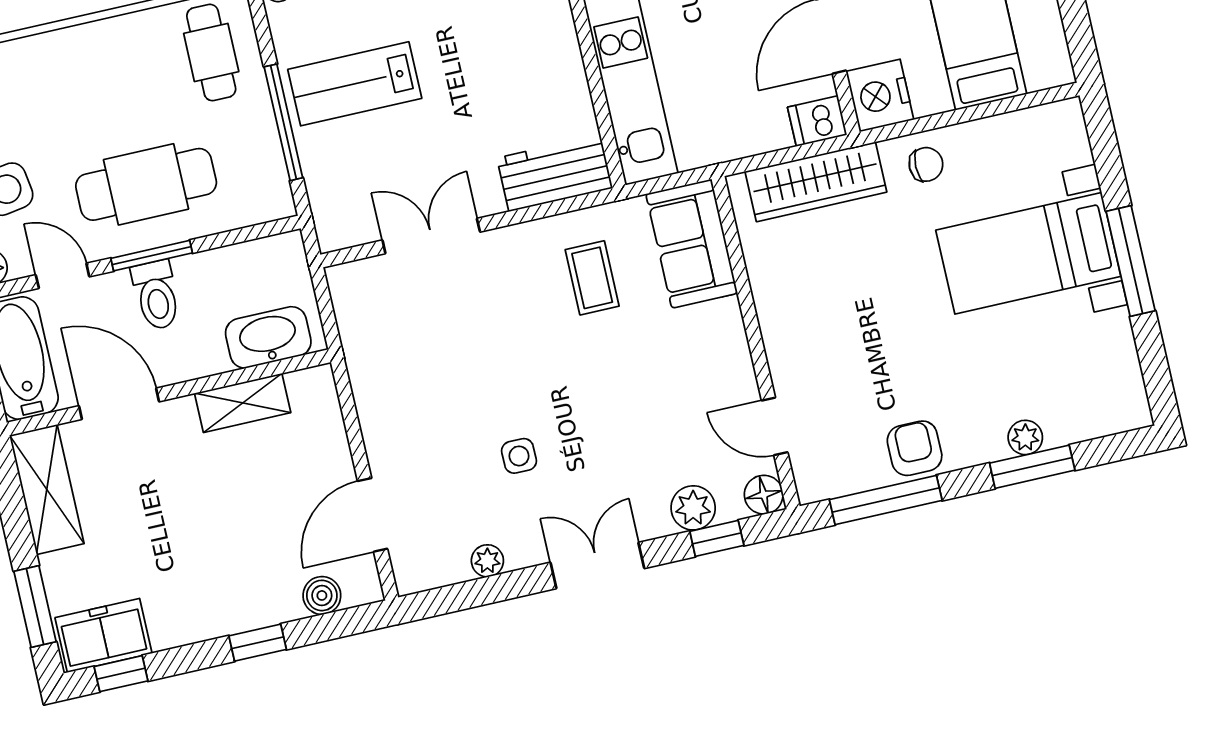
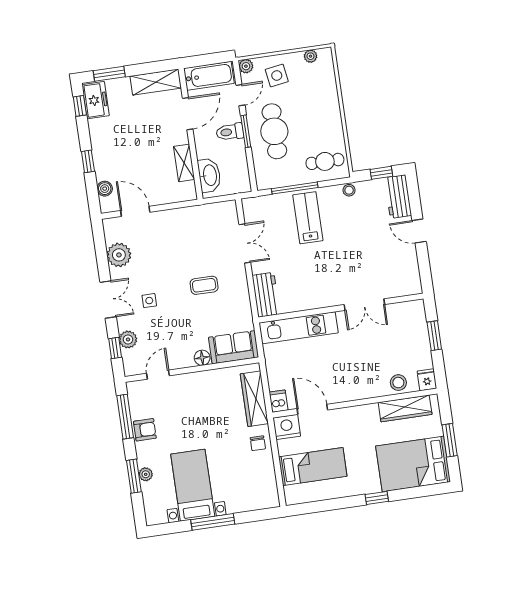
bed with nightstands: (1028, 253) -> (193, 485), moved
coffee table: (592, 278) -> (204, 285), moved
side table: (519, 456) -> (149, 301), moved
floor lamp: (764, 495) -> (202, 358), moved
plant: (487, 561) -> (119, 255), width x1.88, depth x1.88

